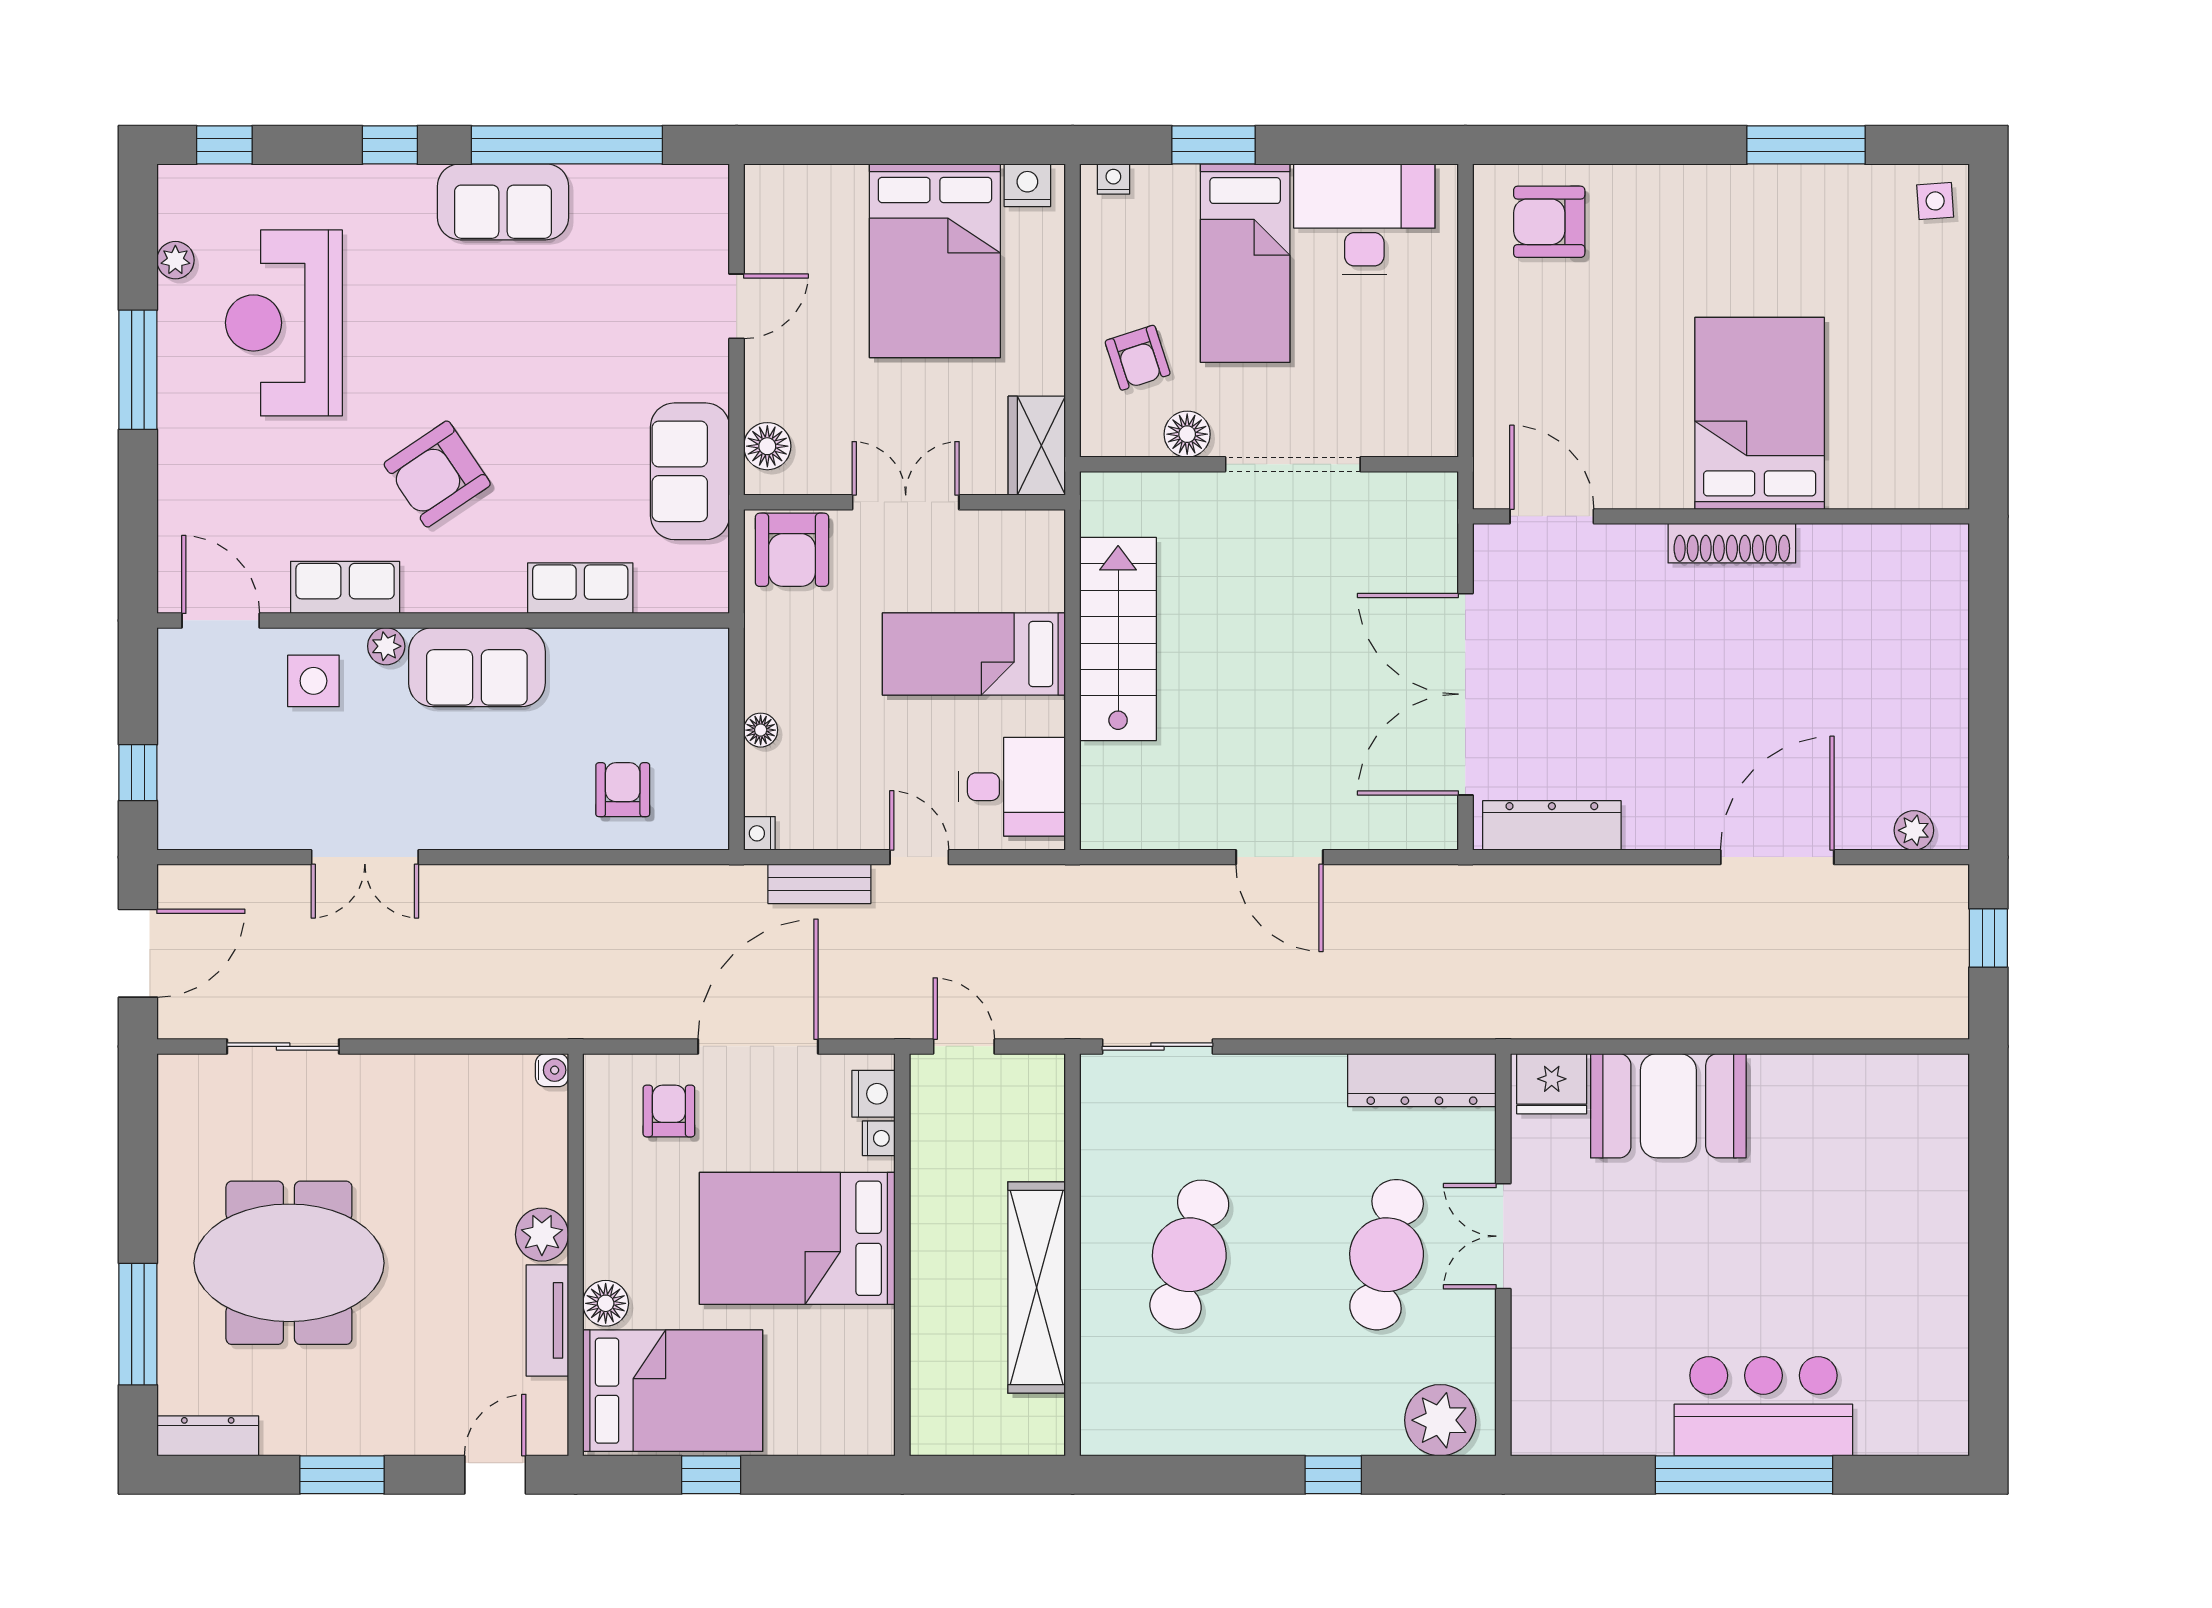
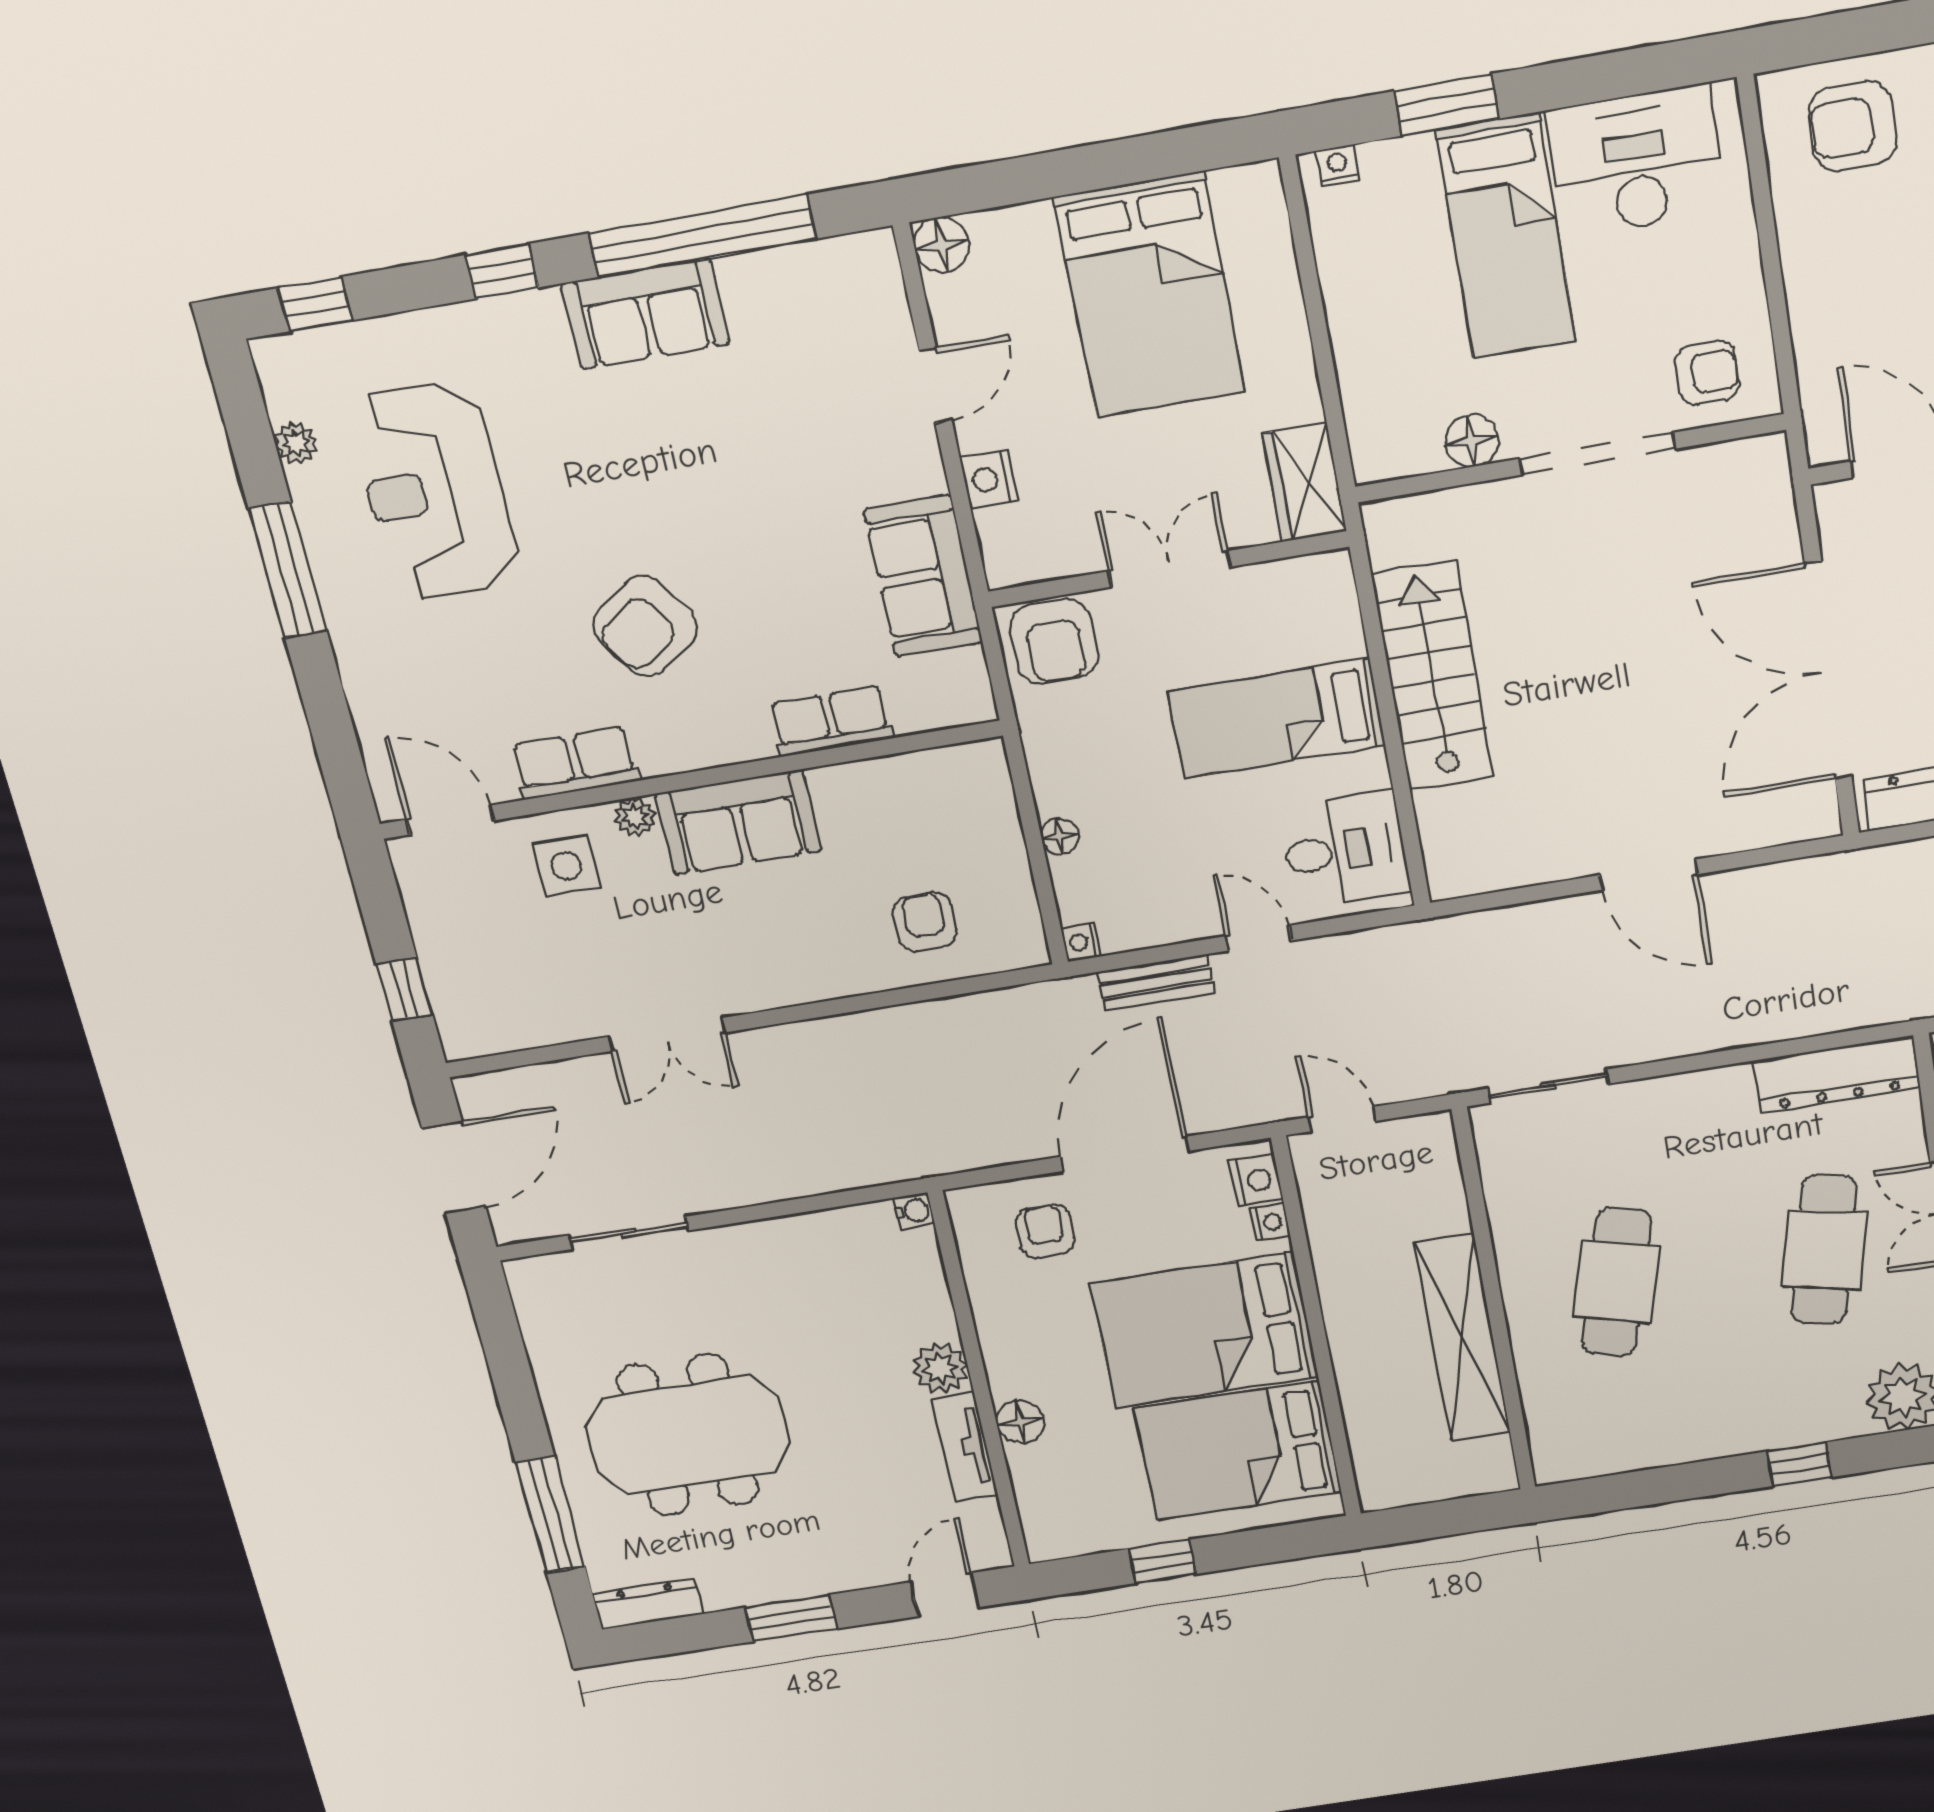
nightstand: (1027, 185) -> (989, 479), moved, turned -90
armchair: (1138, 358) -> (1707, 373), moved, turned -72
floor lamp: (767, 446) -> (942, 245), moved
bed: (673, 1391) -> (1238, 1451), moved, turned 180

